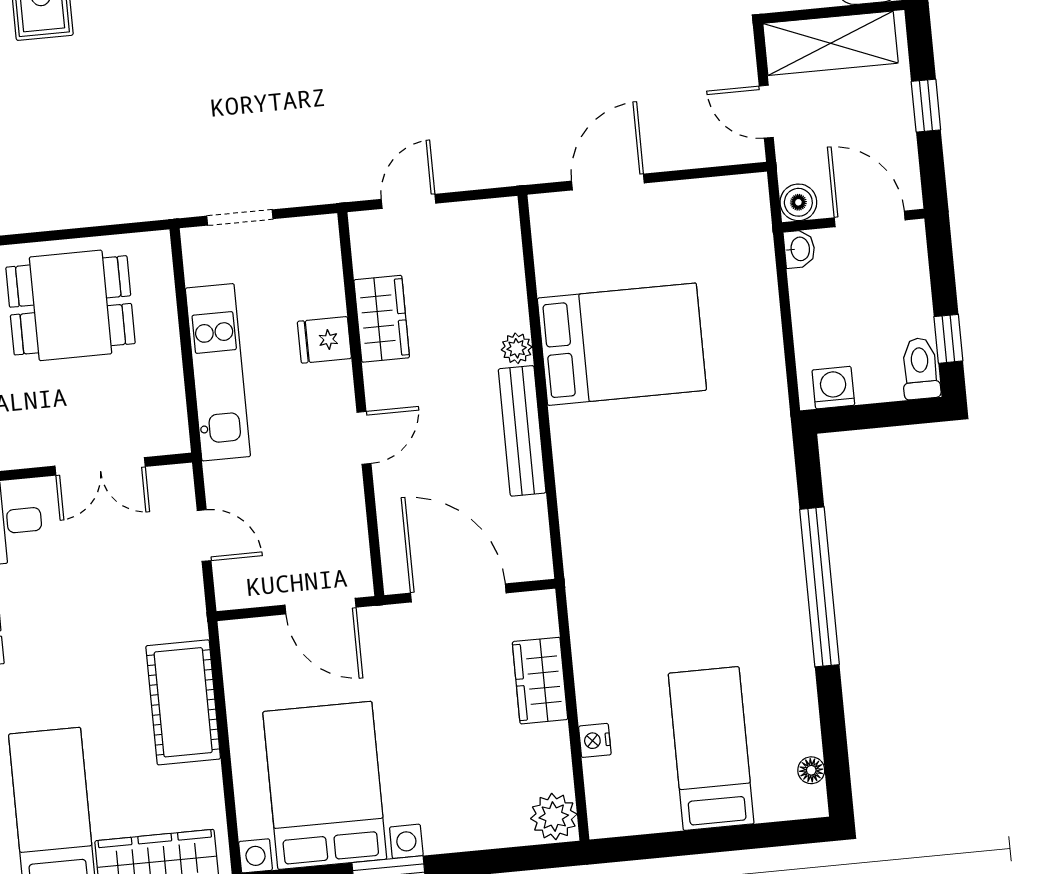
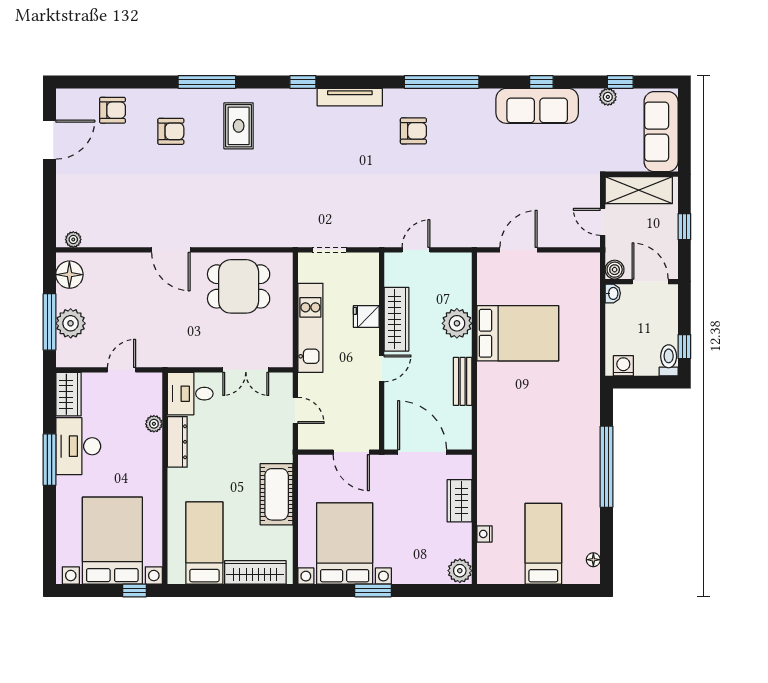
wardrobe: (382, 319) -> (397, 319), width x1.50
plant: (517, 348) -> (457, 323), width x1.87, depth x1.87
bench: (522, 431) -> (463, 381), width x0.73

